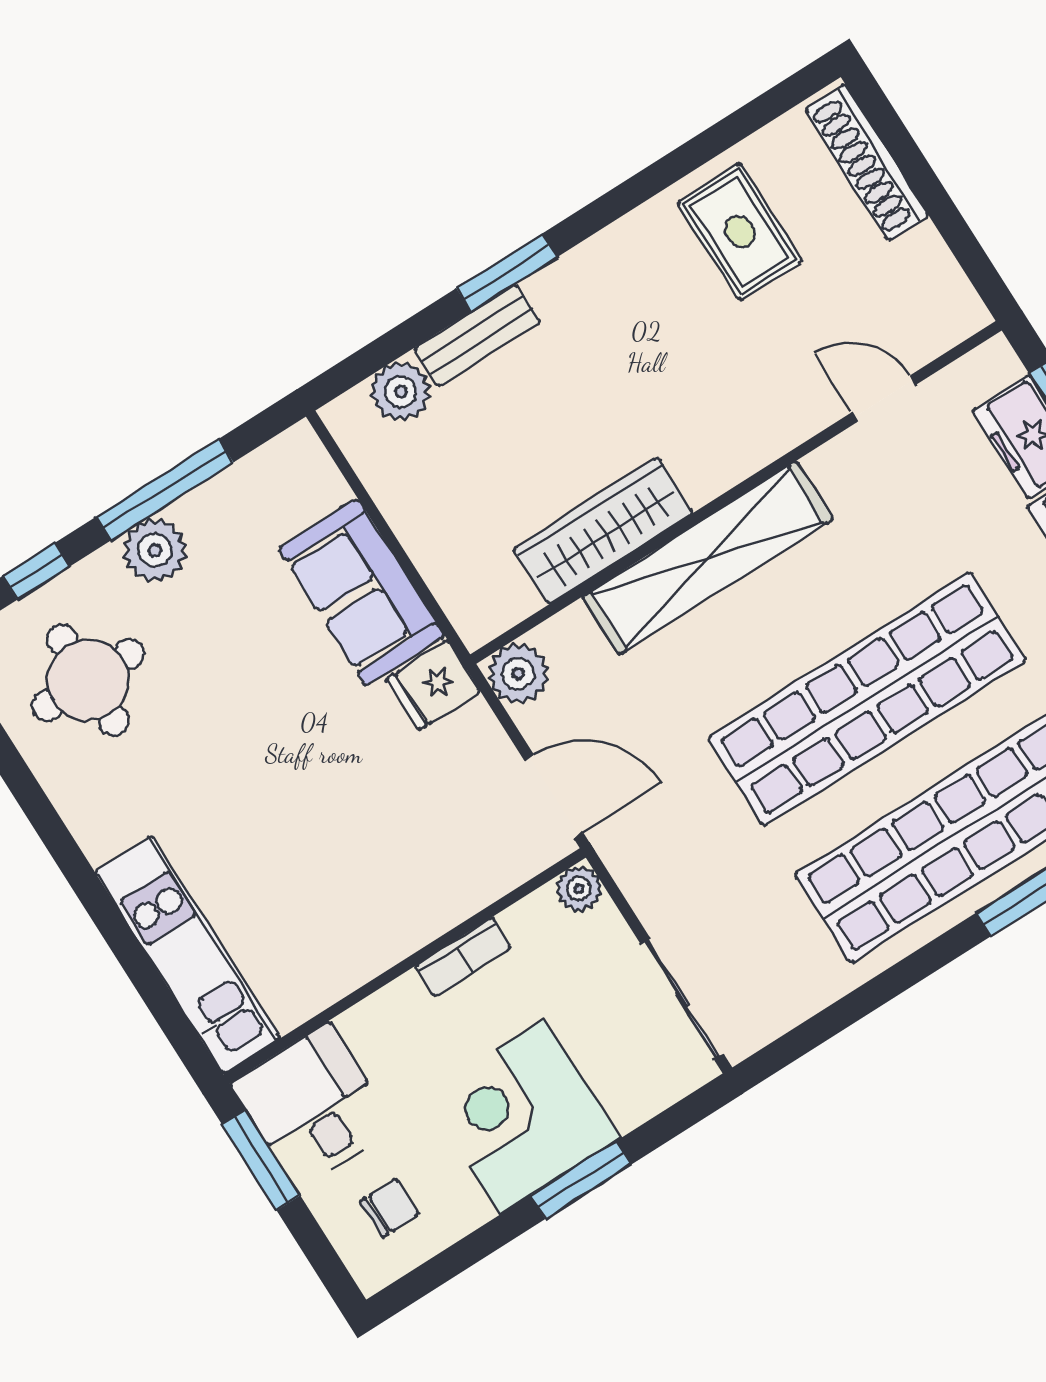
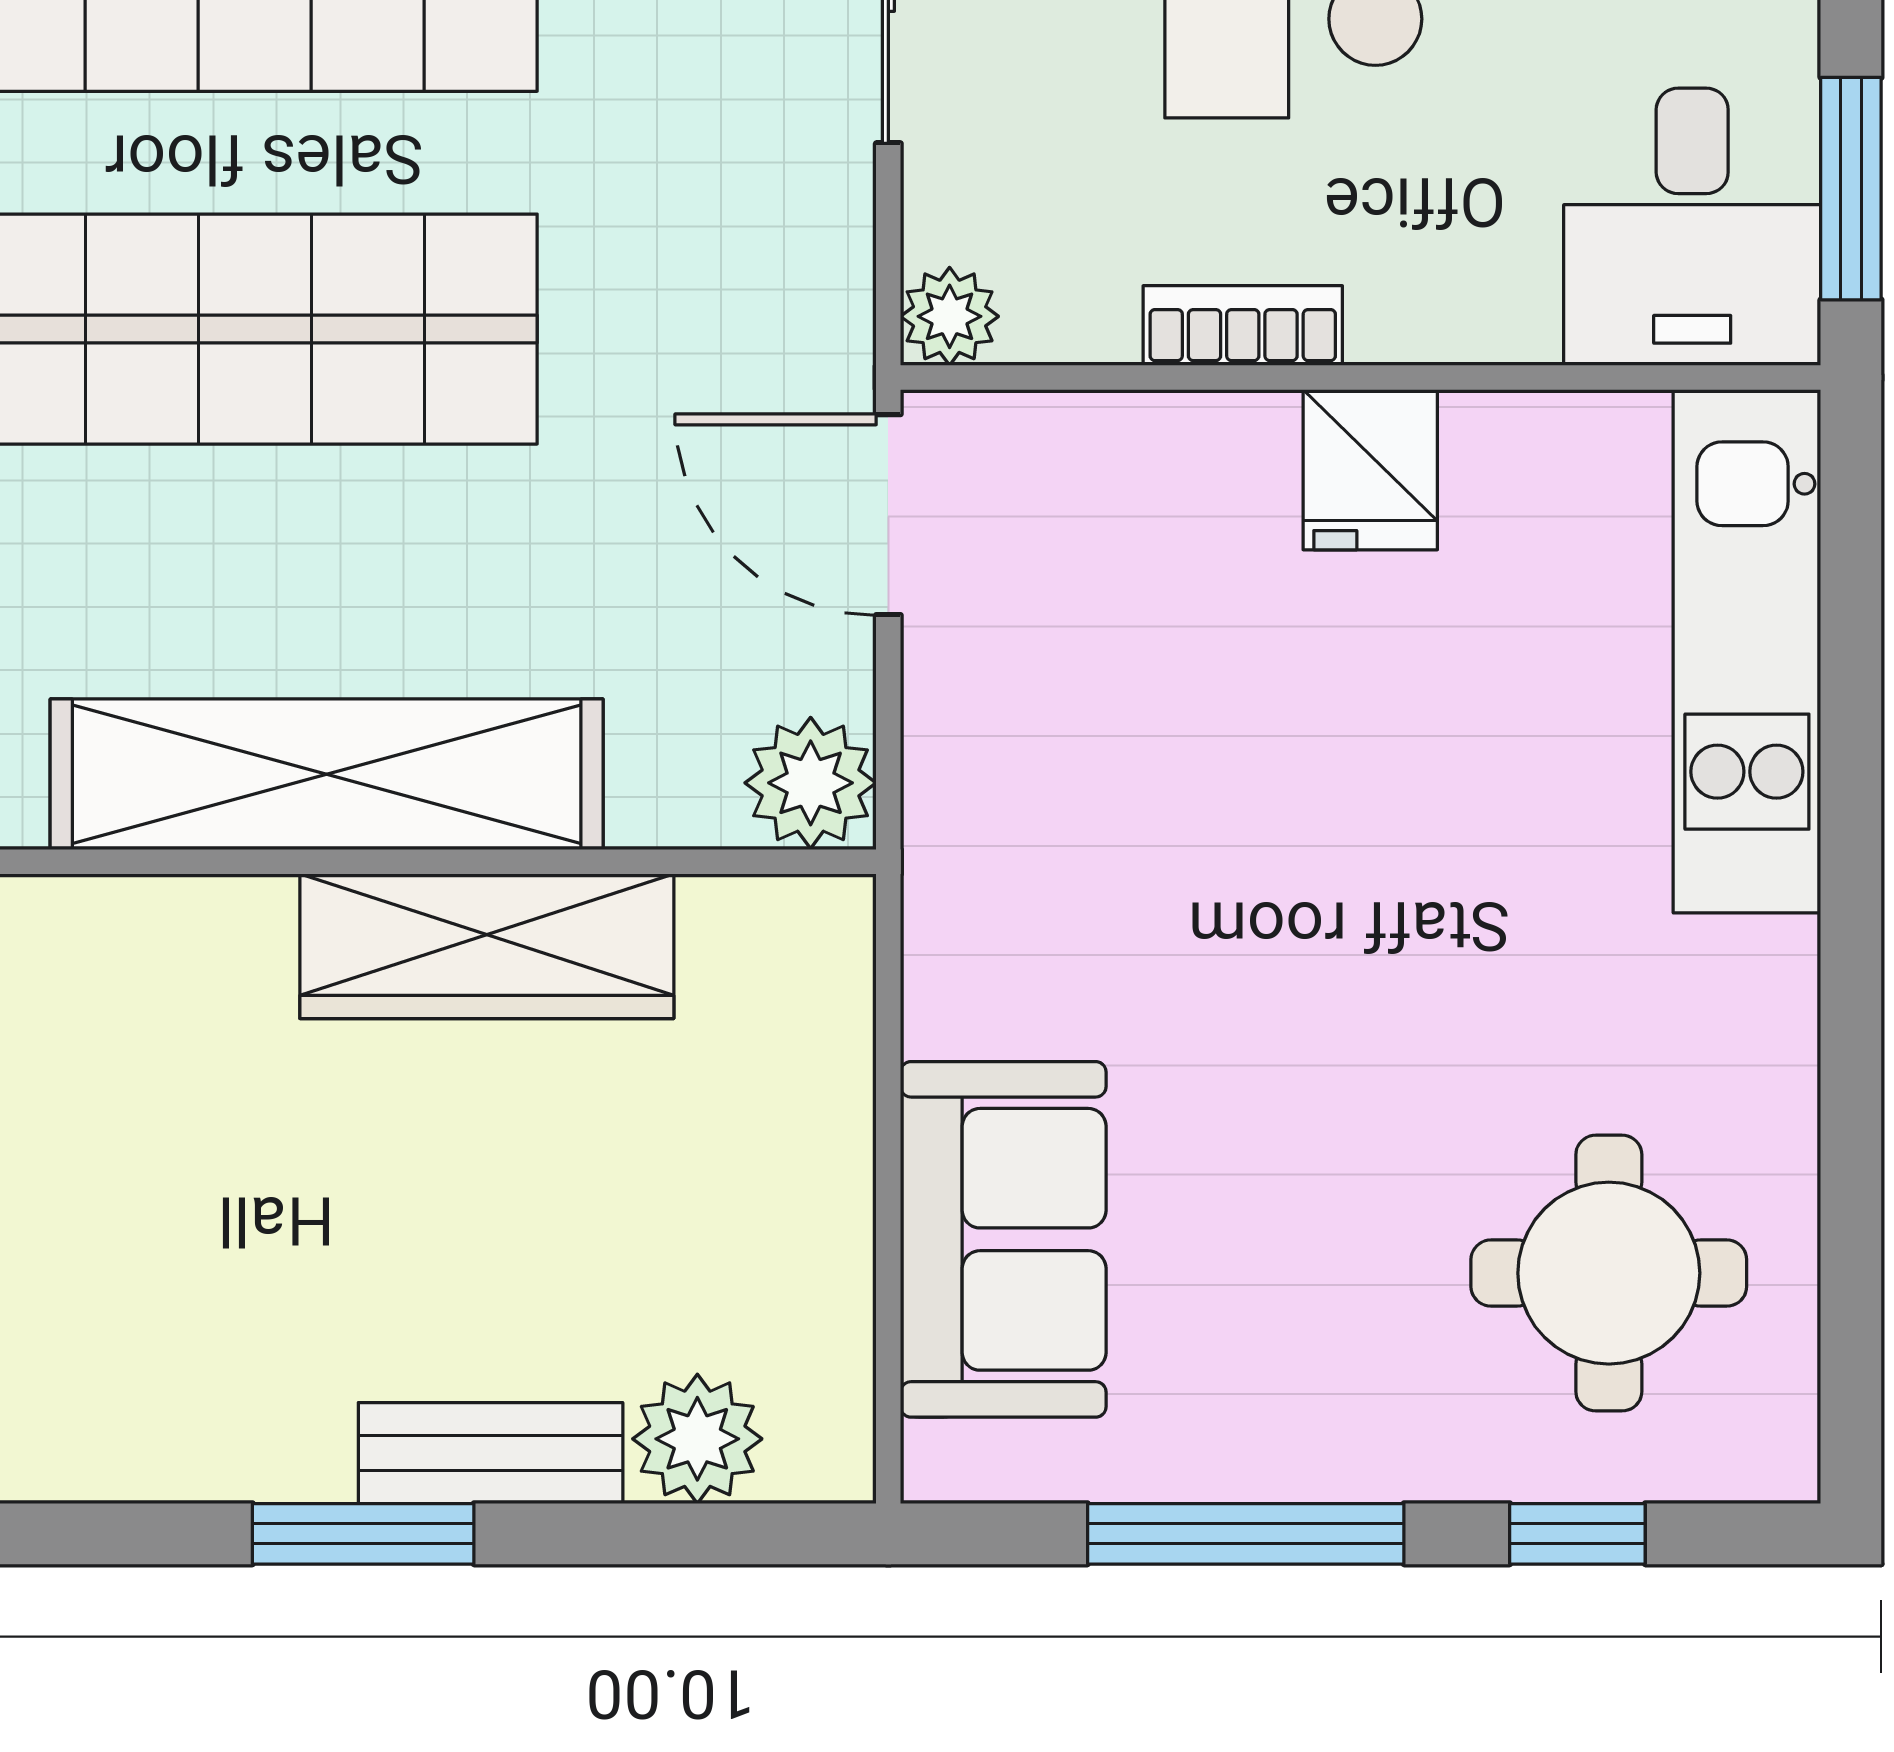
plant: (155, 550) -> (1335, 1434), removed
sofa: (362, 592) -> (1003, 1239), moved
fridge: (433, 685) -> (1370, 470), moved, turned 90

